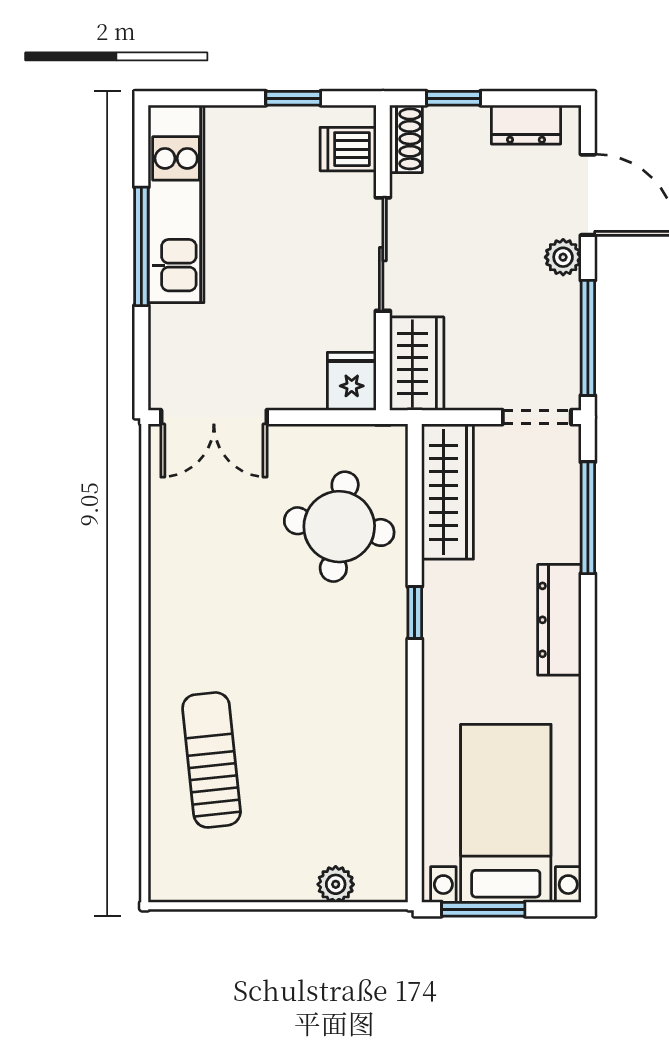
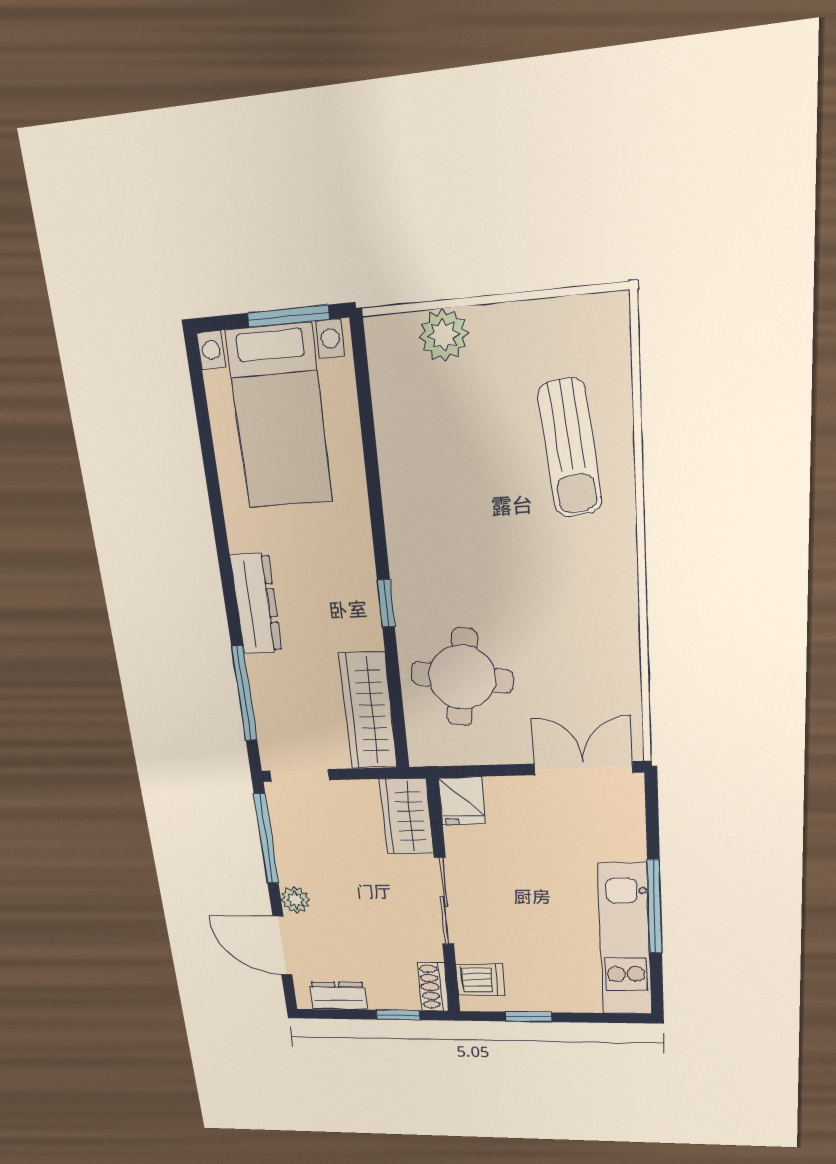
plant: (336, 884) -> (444, 335), width x1.38, depth x1.38

